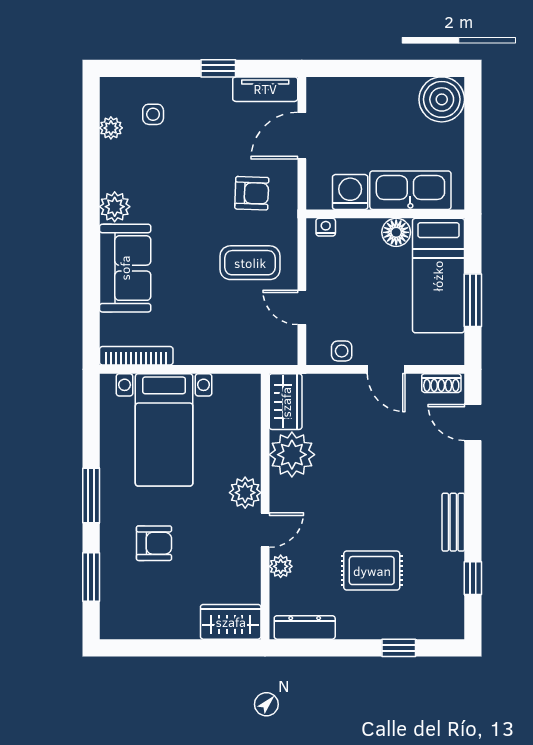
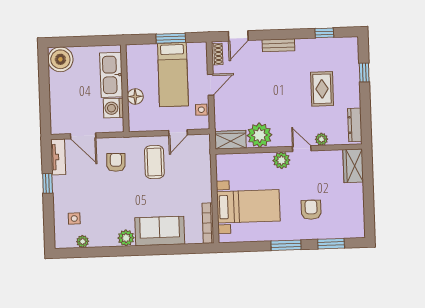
nightstand: (326, 227) -> (133, 121), removed
floor lamp: (396, 232) -> (135, 96), moved
bed: (438, 276) -> (173, 75), moved, turned 90
bench: (453, 522) -> (278, 45), moved

